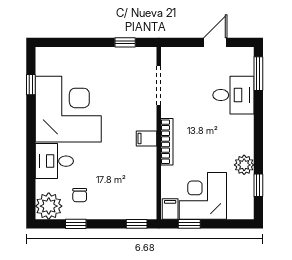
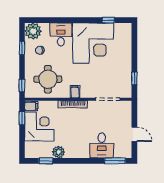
round table: (126, 182) -> (48, 79), added

